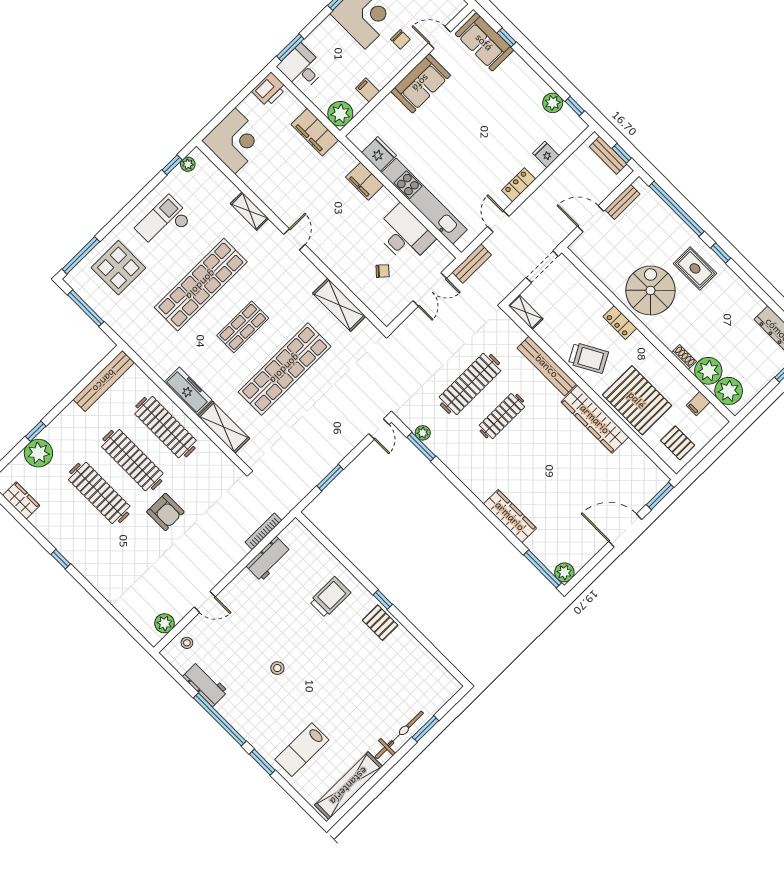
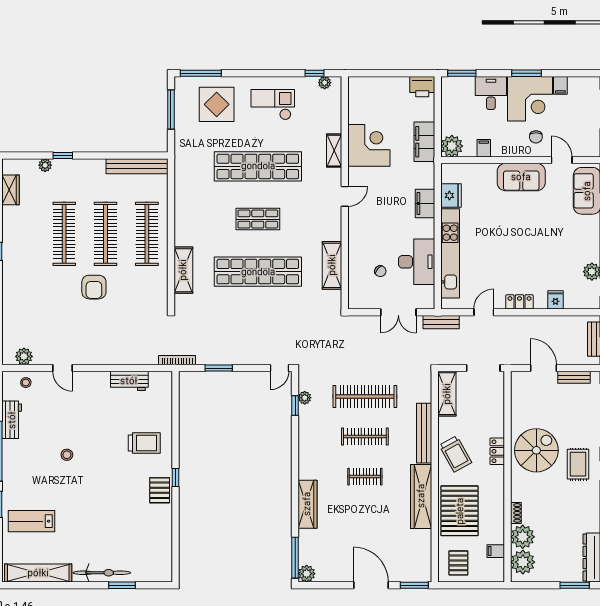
desk: (302, 68) -> (491, 93), moved
corner desk: (235, 141) -> (369, 145), moved, turned -90
shelving: (526, 312) -> (447, 394), width x1.50, depth x1.33
freezer: (188, 391) -> (184, 225), removed
window: (421, 447) -> (295, 405), width x0.67
clothes rail: (534, 448) -> (365, 477), added
plant: (38, 453) -> (45, 165), width x0.53, depth x0.53
bookcase: (263, 531) -> (177, 360), moved

